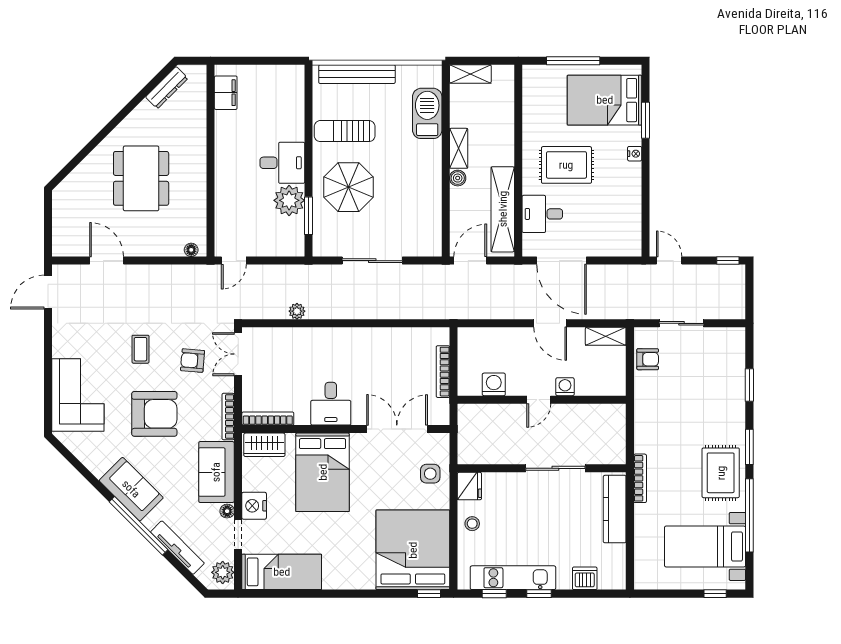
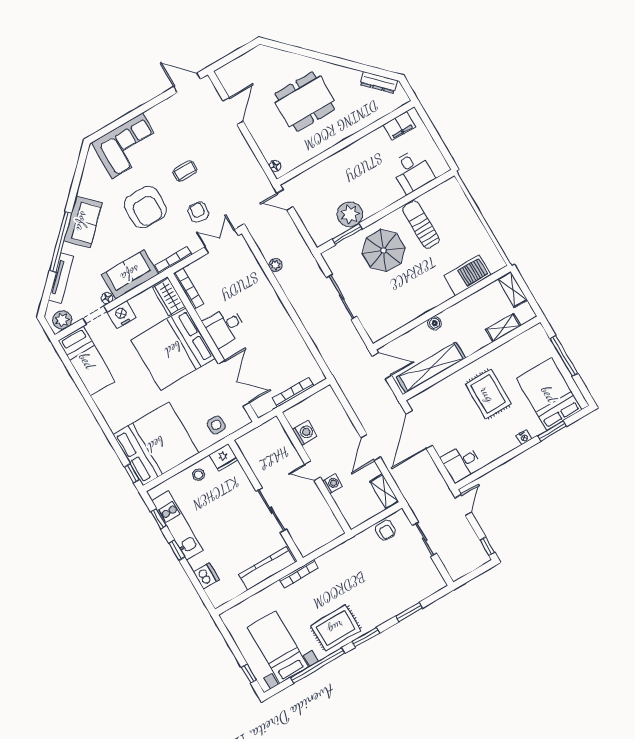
bench: (357, 74) -> (466, 210), removed
shelving: (459, 148) -> (503, 328), moved
desk: (282, 163) -> (412, 171), moved
desk: (542, 214) -> (461, 463), moved, turned -90
bed: (323, 472) -> (173, 349), width x1.36

